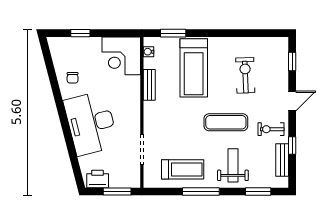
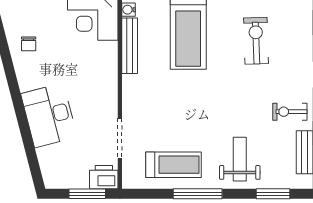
bench: (149, 85) -> (130, 46), width x1.36
exercise mat: (226, 122) -> (230, 103), removed
desk: (91, 123) -> (49, 115), width x0.73, depth x0.77
printer: (98, 179) -> (104, 177), moved

